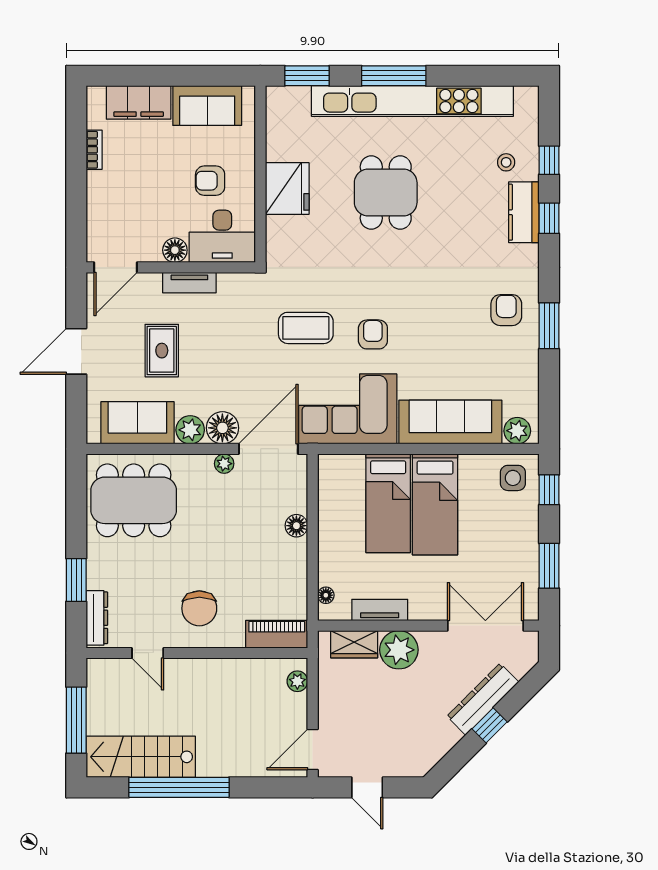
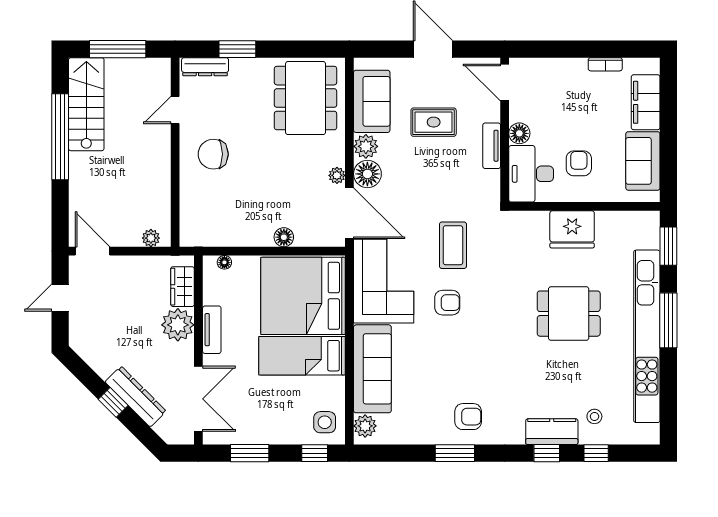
bed: (388, 503) -> (303, 296), width x2.04
tv unit: (380, 610) -> (212, 330), moved
piano: (277, 634) -> (191, 220), removed

